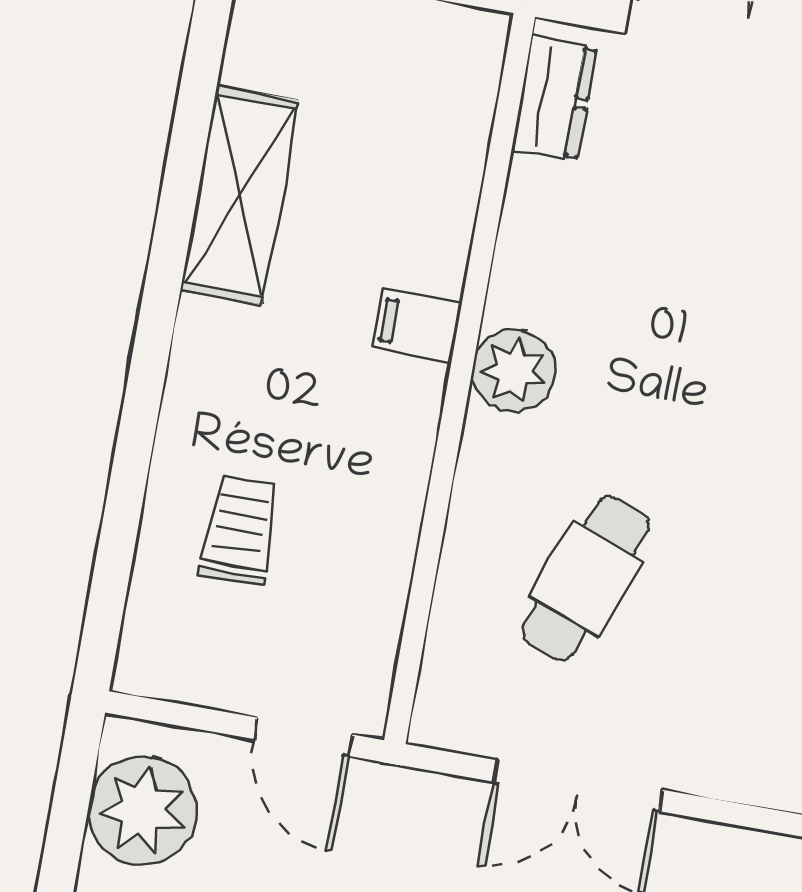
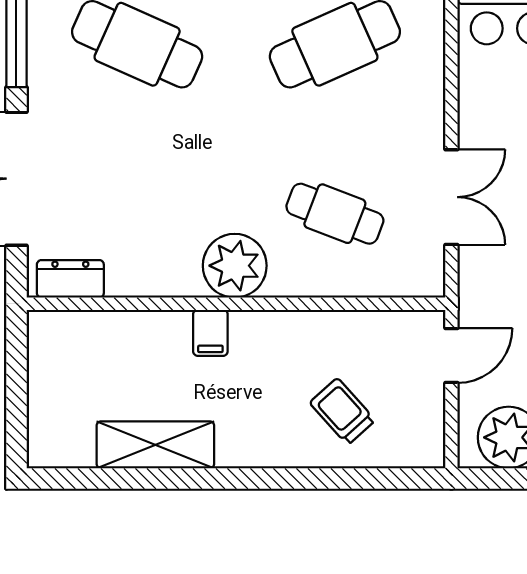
plant: (514, 371) -> (235, 266), width x1.36, depth x1.36
trolley: (239, 530) -> (342, 411), turned 48

